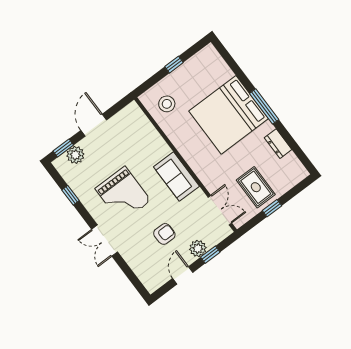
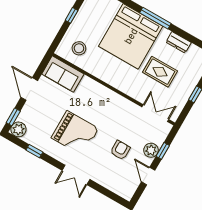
plant: (75, 155) -> (18, 129), moved
sofa: (176, 176) -> (63, 74), moved
rug: (256, 187) -> (160, 72), moved

